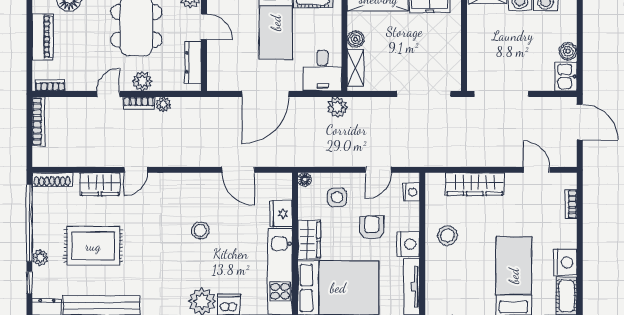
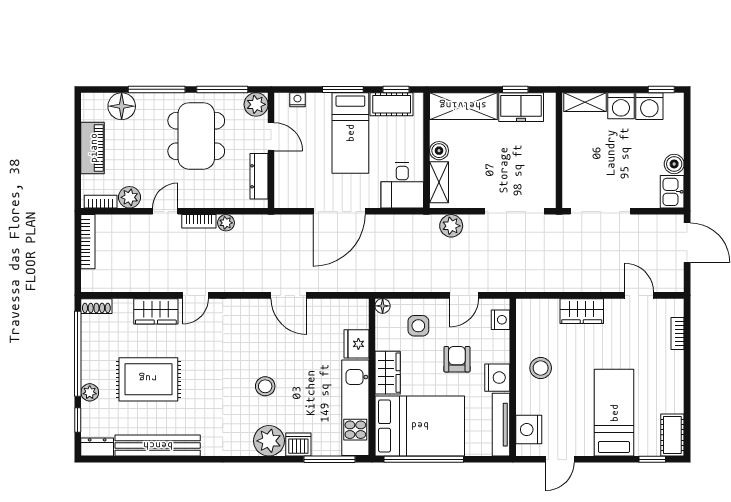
plant: (142, 81) -> (130, 197), moved
plant: (337, 107) -> (451, 226), moved
door: (238, 170) -> (289, 295), moved
shoe rack: (52, 180) -> (96, 306), width x0.70
wardrobe: (475, 184) -> (582, 311), width x0.67
stool: (200, 230) -> (265, 386), moved
nightstand: (565, 262) -> (529, 430), moved, turned 180

